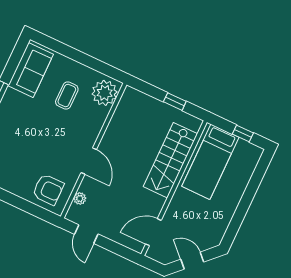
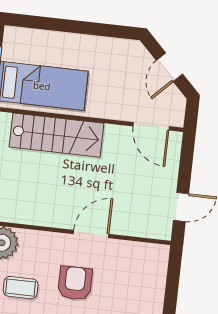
armchair: (48, 189) -> (75, 283), moved
plant: (80, 199) -> (140, 229), removed

